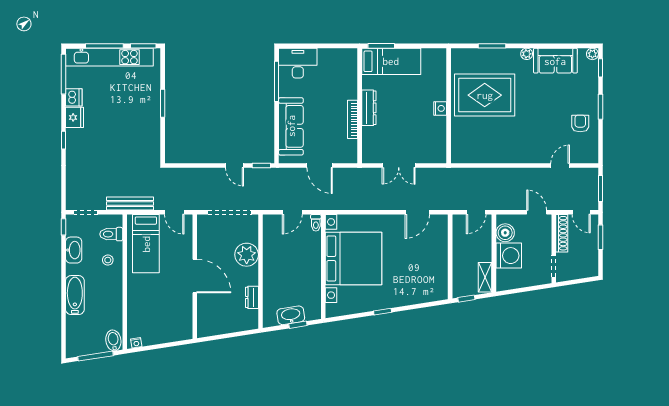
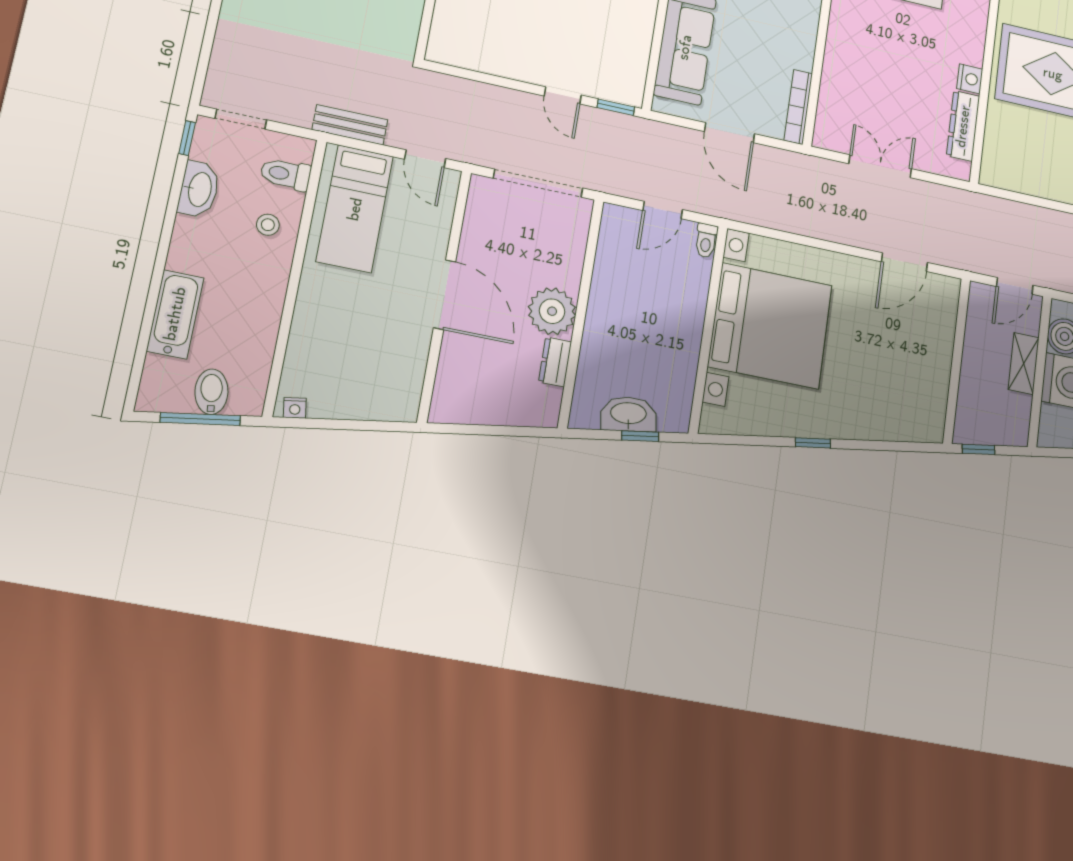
dresser: (369, 108) -> (963, 126), moved, turned 180
bookcase: (353, 119) -> (798, 107), moved
double door: (399, 166) -> (880, 166), swing flipped
bench: (130, 204) -> (350, 125), width x0.73
plant: (247, 255) -> (552, 311), moved
shelving: (485, 277) -> (1024, 363), moved
bathtub: (75, 295) -> (175, 314), moved
bidet: (113, 340) -> (211, 392), moved

